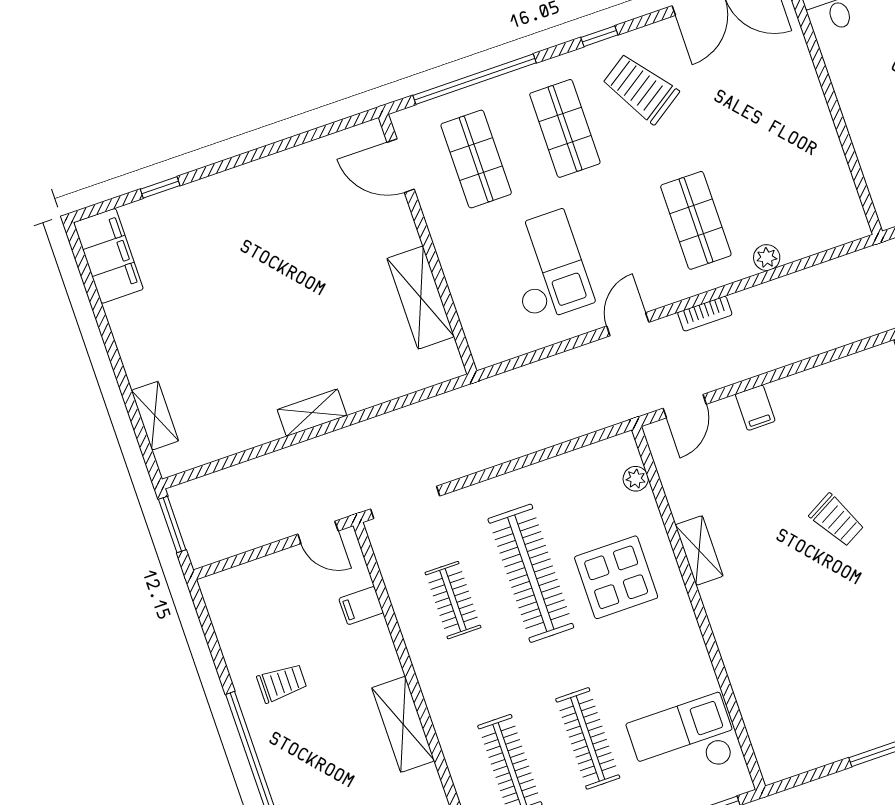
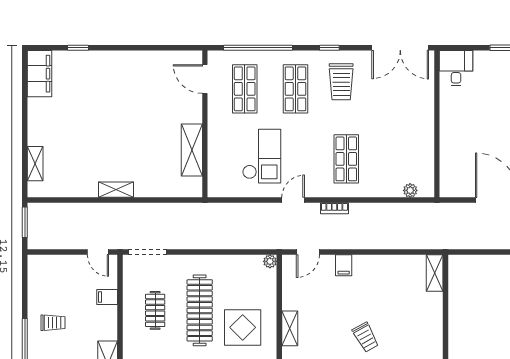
trolley: (640, 88) -> (341, 82), turned -146
plant: (767, 258) -> (410, 190), moved
plant: (636, 479) -> (270, 261), moved

